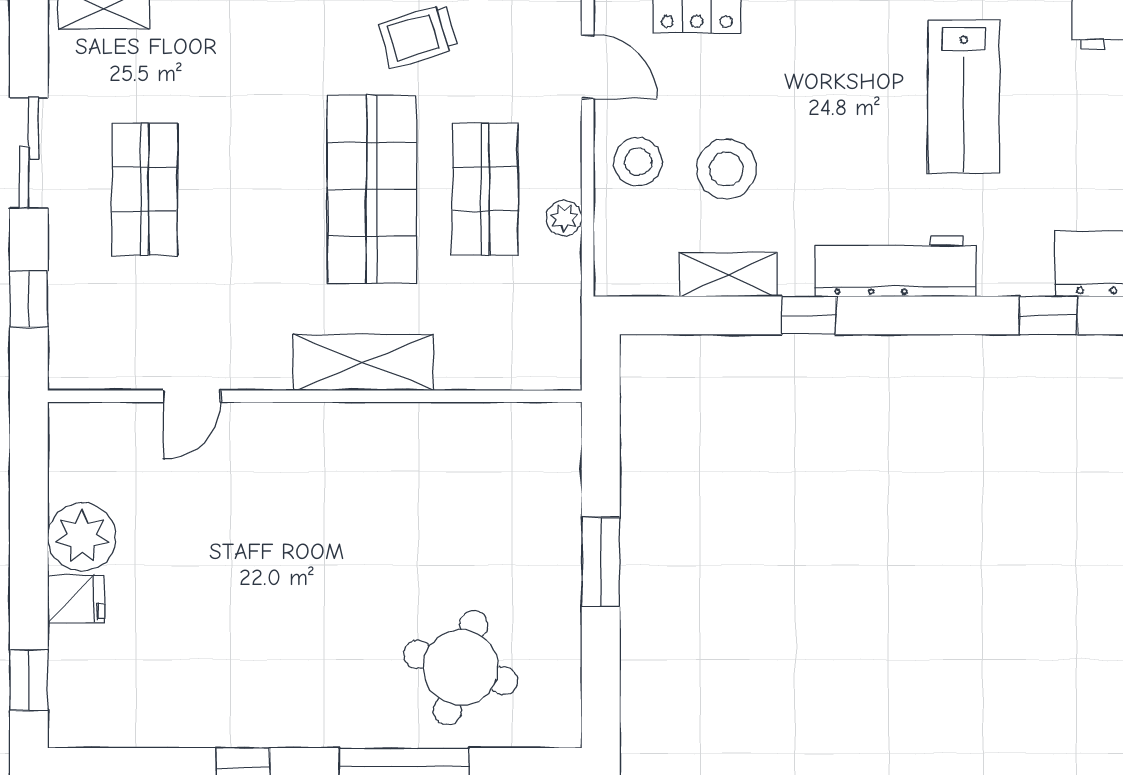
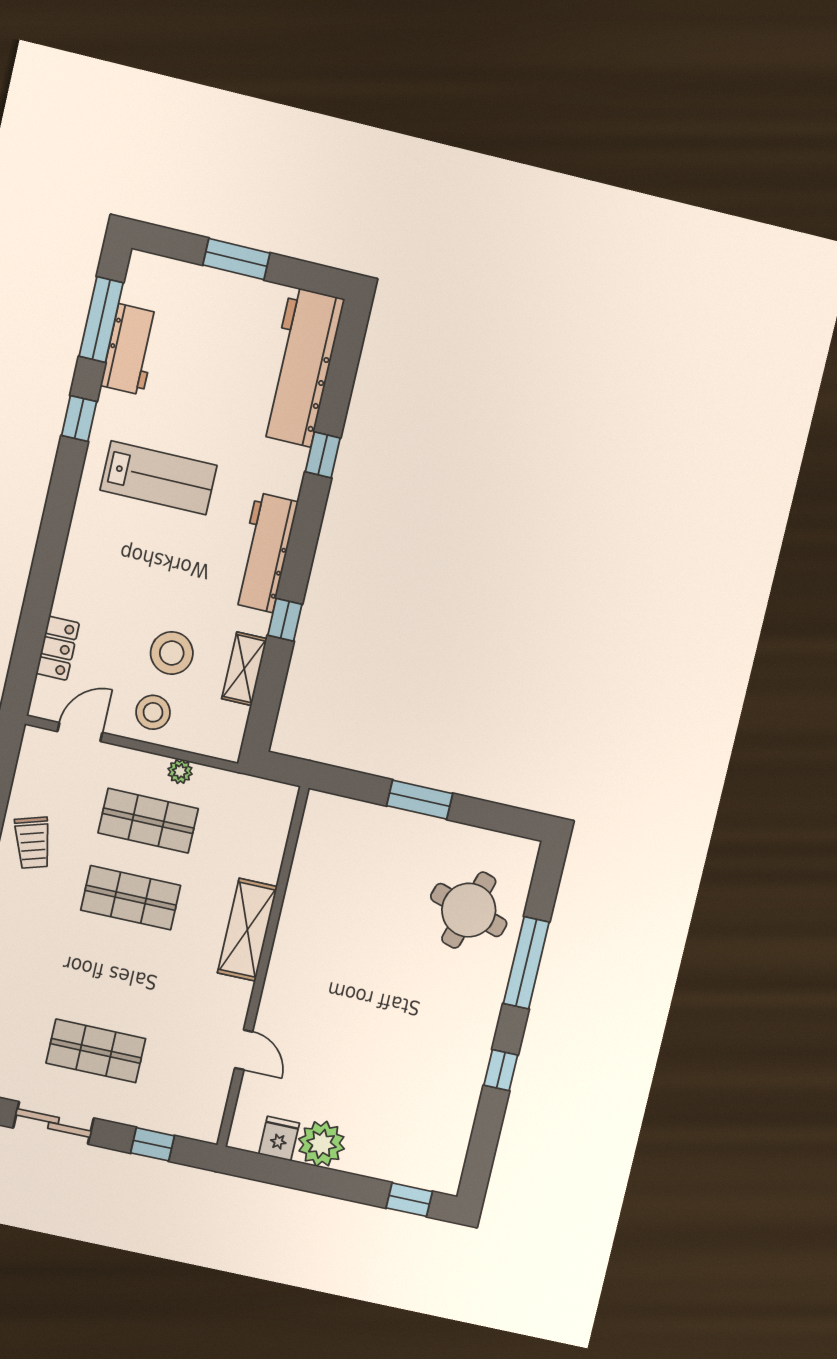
shop shelf: (372, 189) -> (131, 898), width x0.70, depth x0.74
fridge: (76, 599) -> (279, 1139), moved

